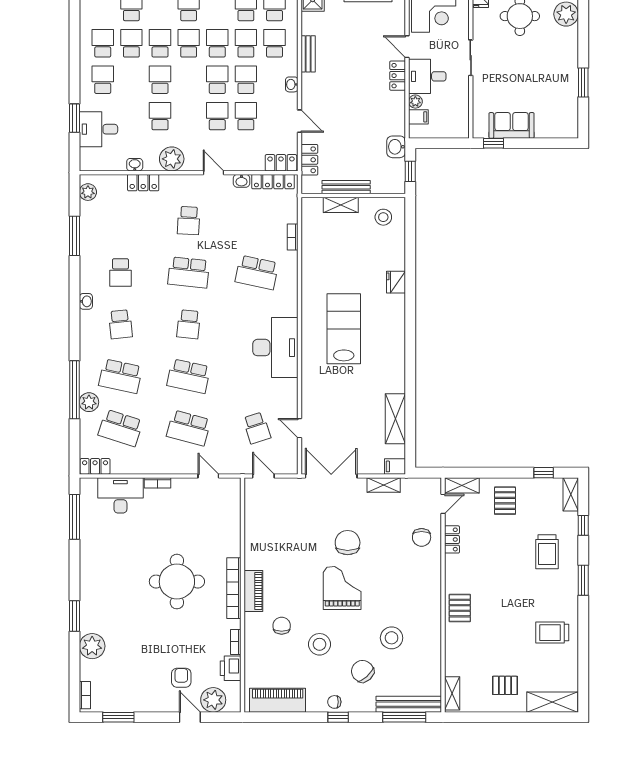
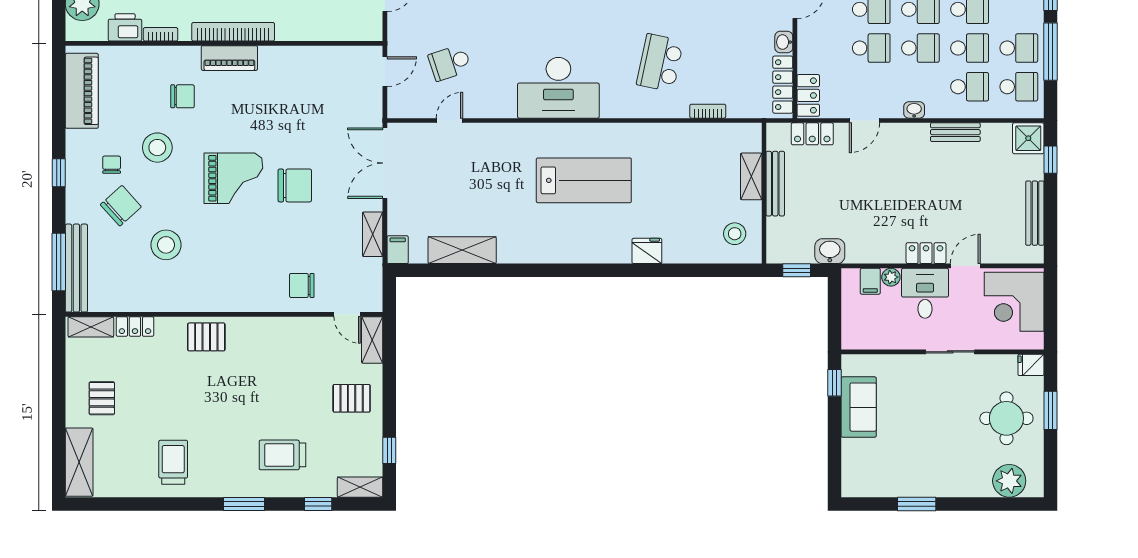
double door: (331, 476) -> (385, 163), swing flipped
locker: (452, 539) -> (135, 327), moved
chair: (334, 702) -> (112, 165), moved

